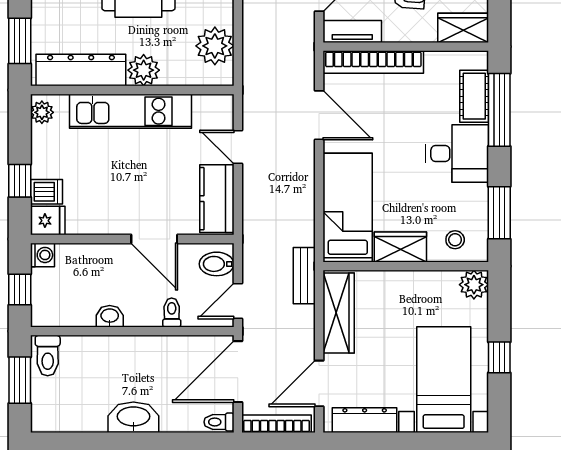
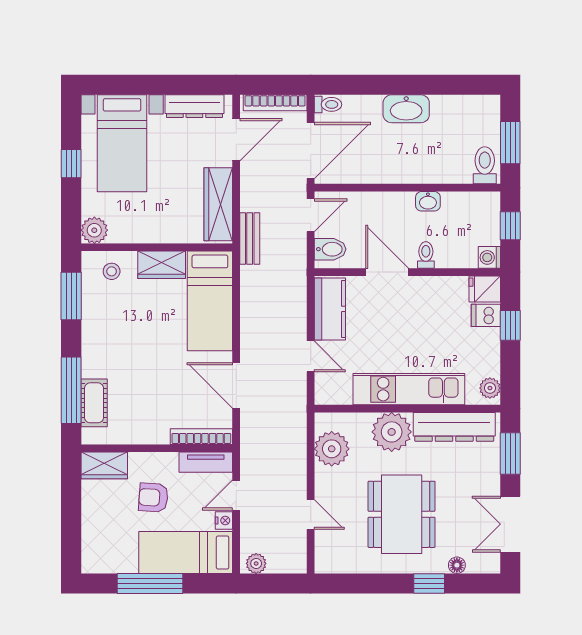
bookcase: (373, 62) -> (201, 437), width x0.68, depth x0.76
plant: (144, 70) -> (392, 432), width x1.36, depth x1.36
desk: (457, 153) -> (110, 350), removed
toilet: (172, 312) -> (426, 255), moved, turned 180

